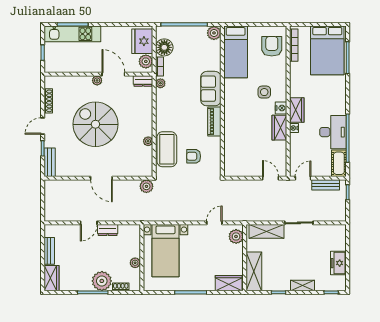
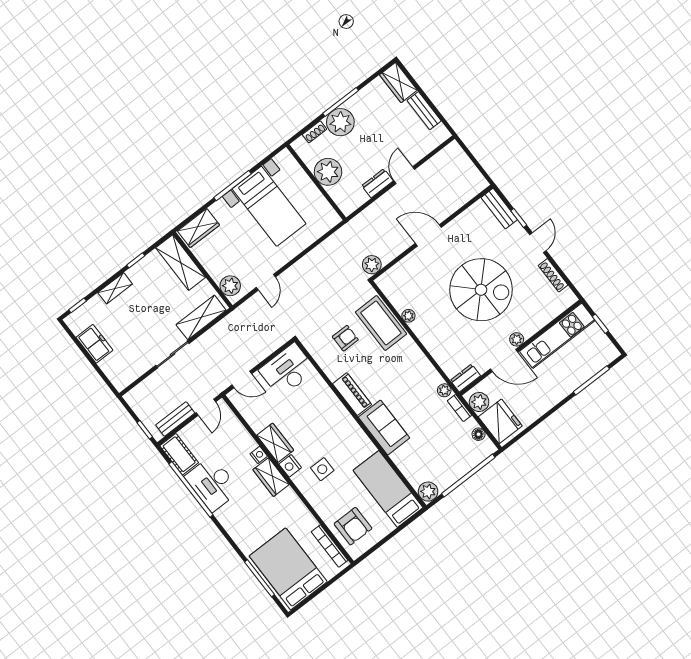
kitchen unit: (72, 34) -> (557, 336), moved, turned 180
floor lamp: (164, 47) -> (479, 434), width x0.53, depth x0.53
desk: (241, 164) -> (287, 370), added
bed with nightstands: (165, 251) -> (269, 206), moved, turned 180
plant: (135, 263) -> (328, 172), width x1.88, depth x1.88

